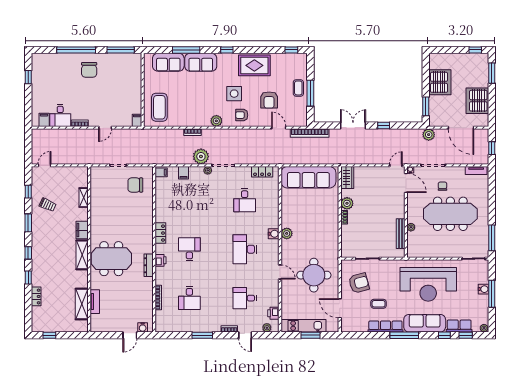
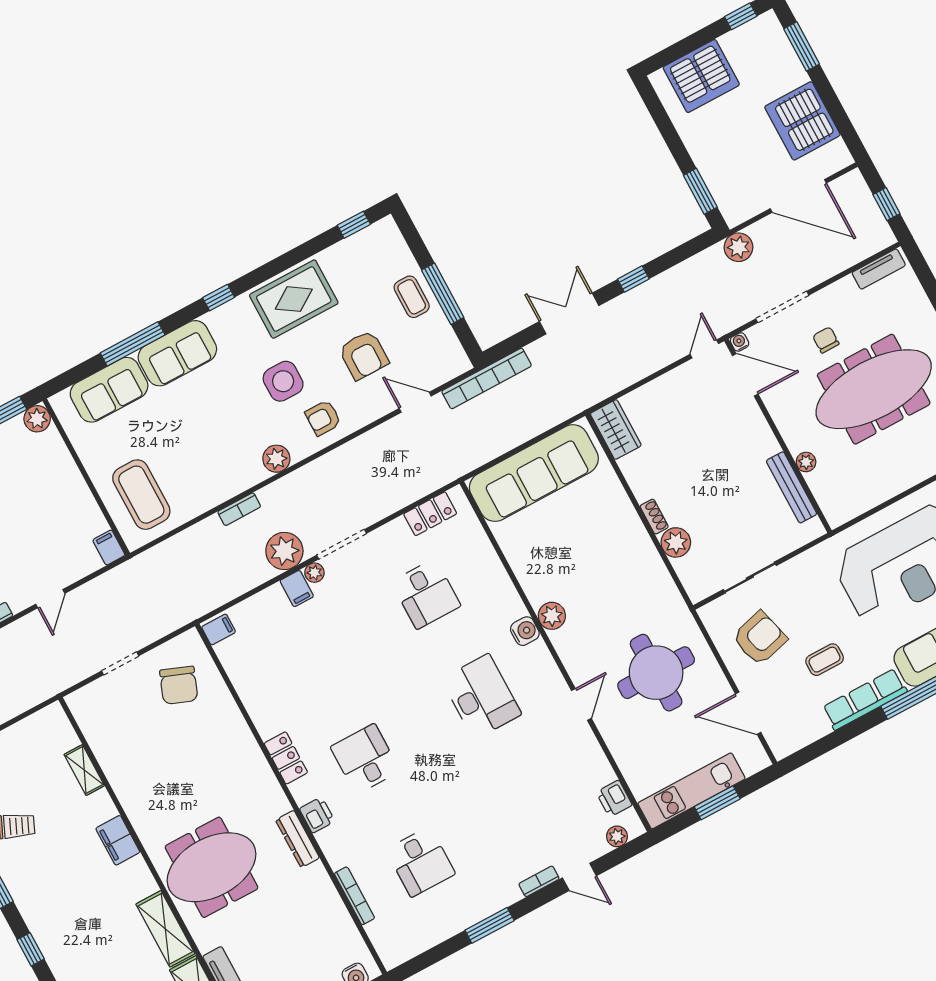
plant: (136, 59) -> (37, 419), added
server rack: (440, 82) -> (701, 76), moved, turned 90
filing cabinet: (183, 173) -> (297, 589), moved
chair: (135, 185) -> (179, 685), turned -69
plant: (347, 203) -> (676, 542), moved
desk: (245, 249) -> (481, 697), turned 180
shelving: (82, 255) -> (165, 929), moved
door: (280, 272) -> (581, 704), hinge flipped
desk: (245, 298) -> (537, 799), removed

